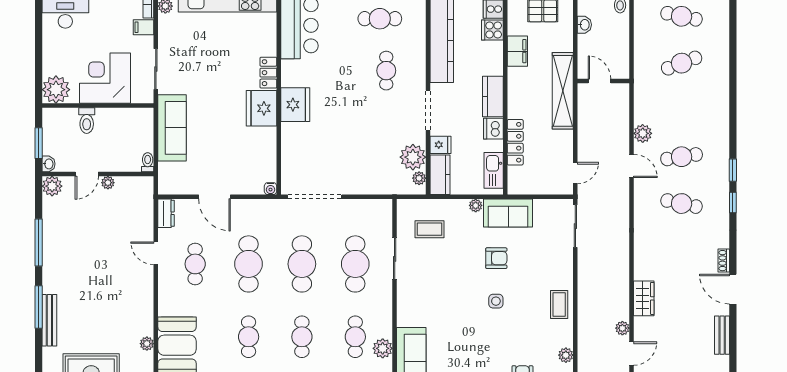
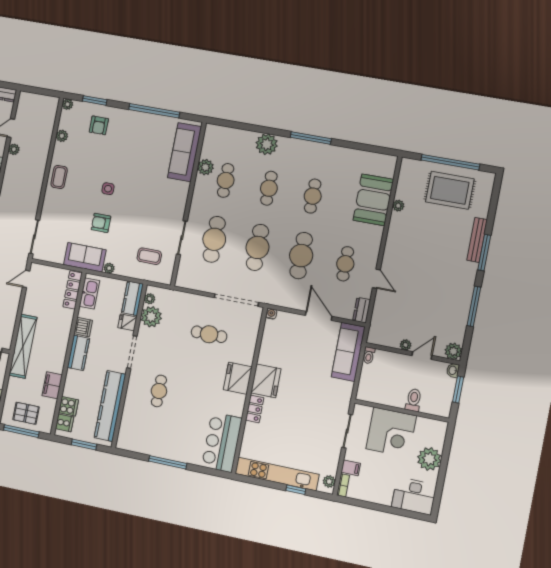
cafe table: (380, 19) -> (209, 334), moved
plant: (56, 90) -> (429, 459), moved
sofa: (172, 128) -> (348, 352), moved
locker: (515, 142) -> (73, 290), moved

